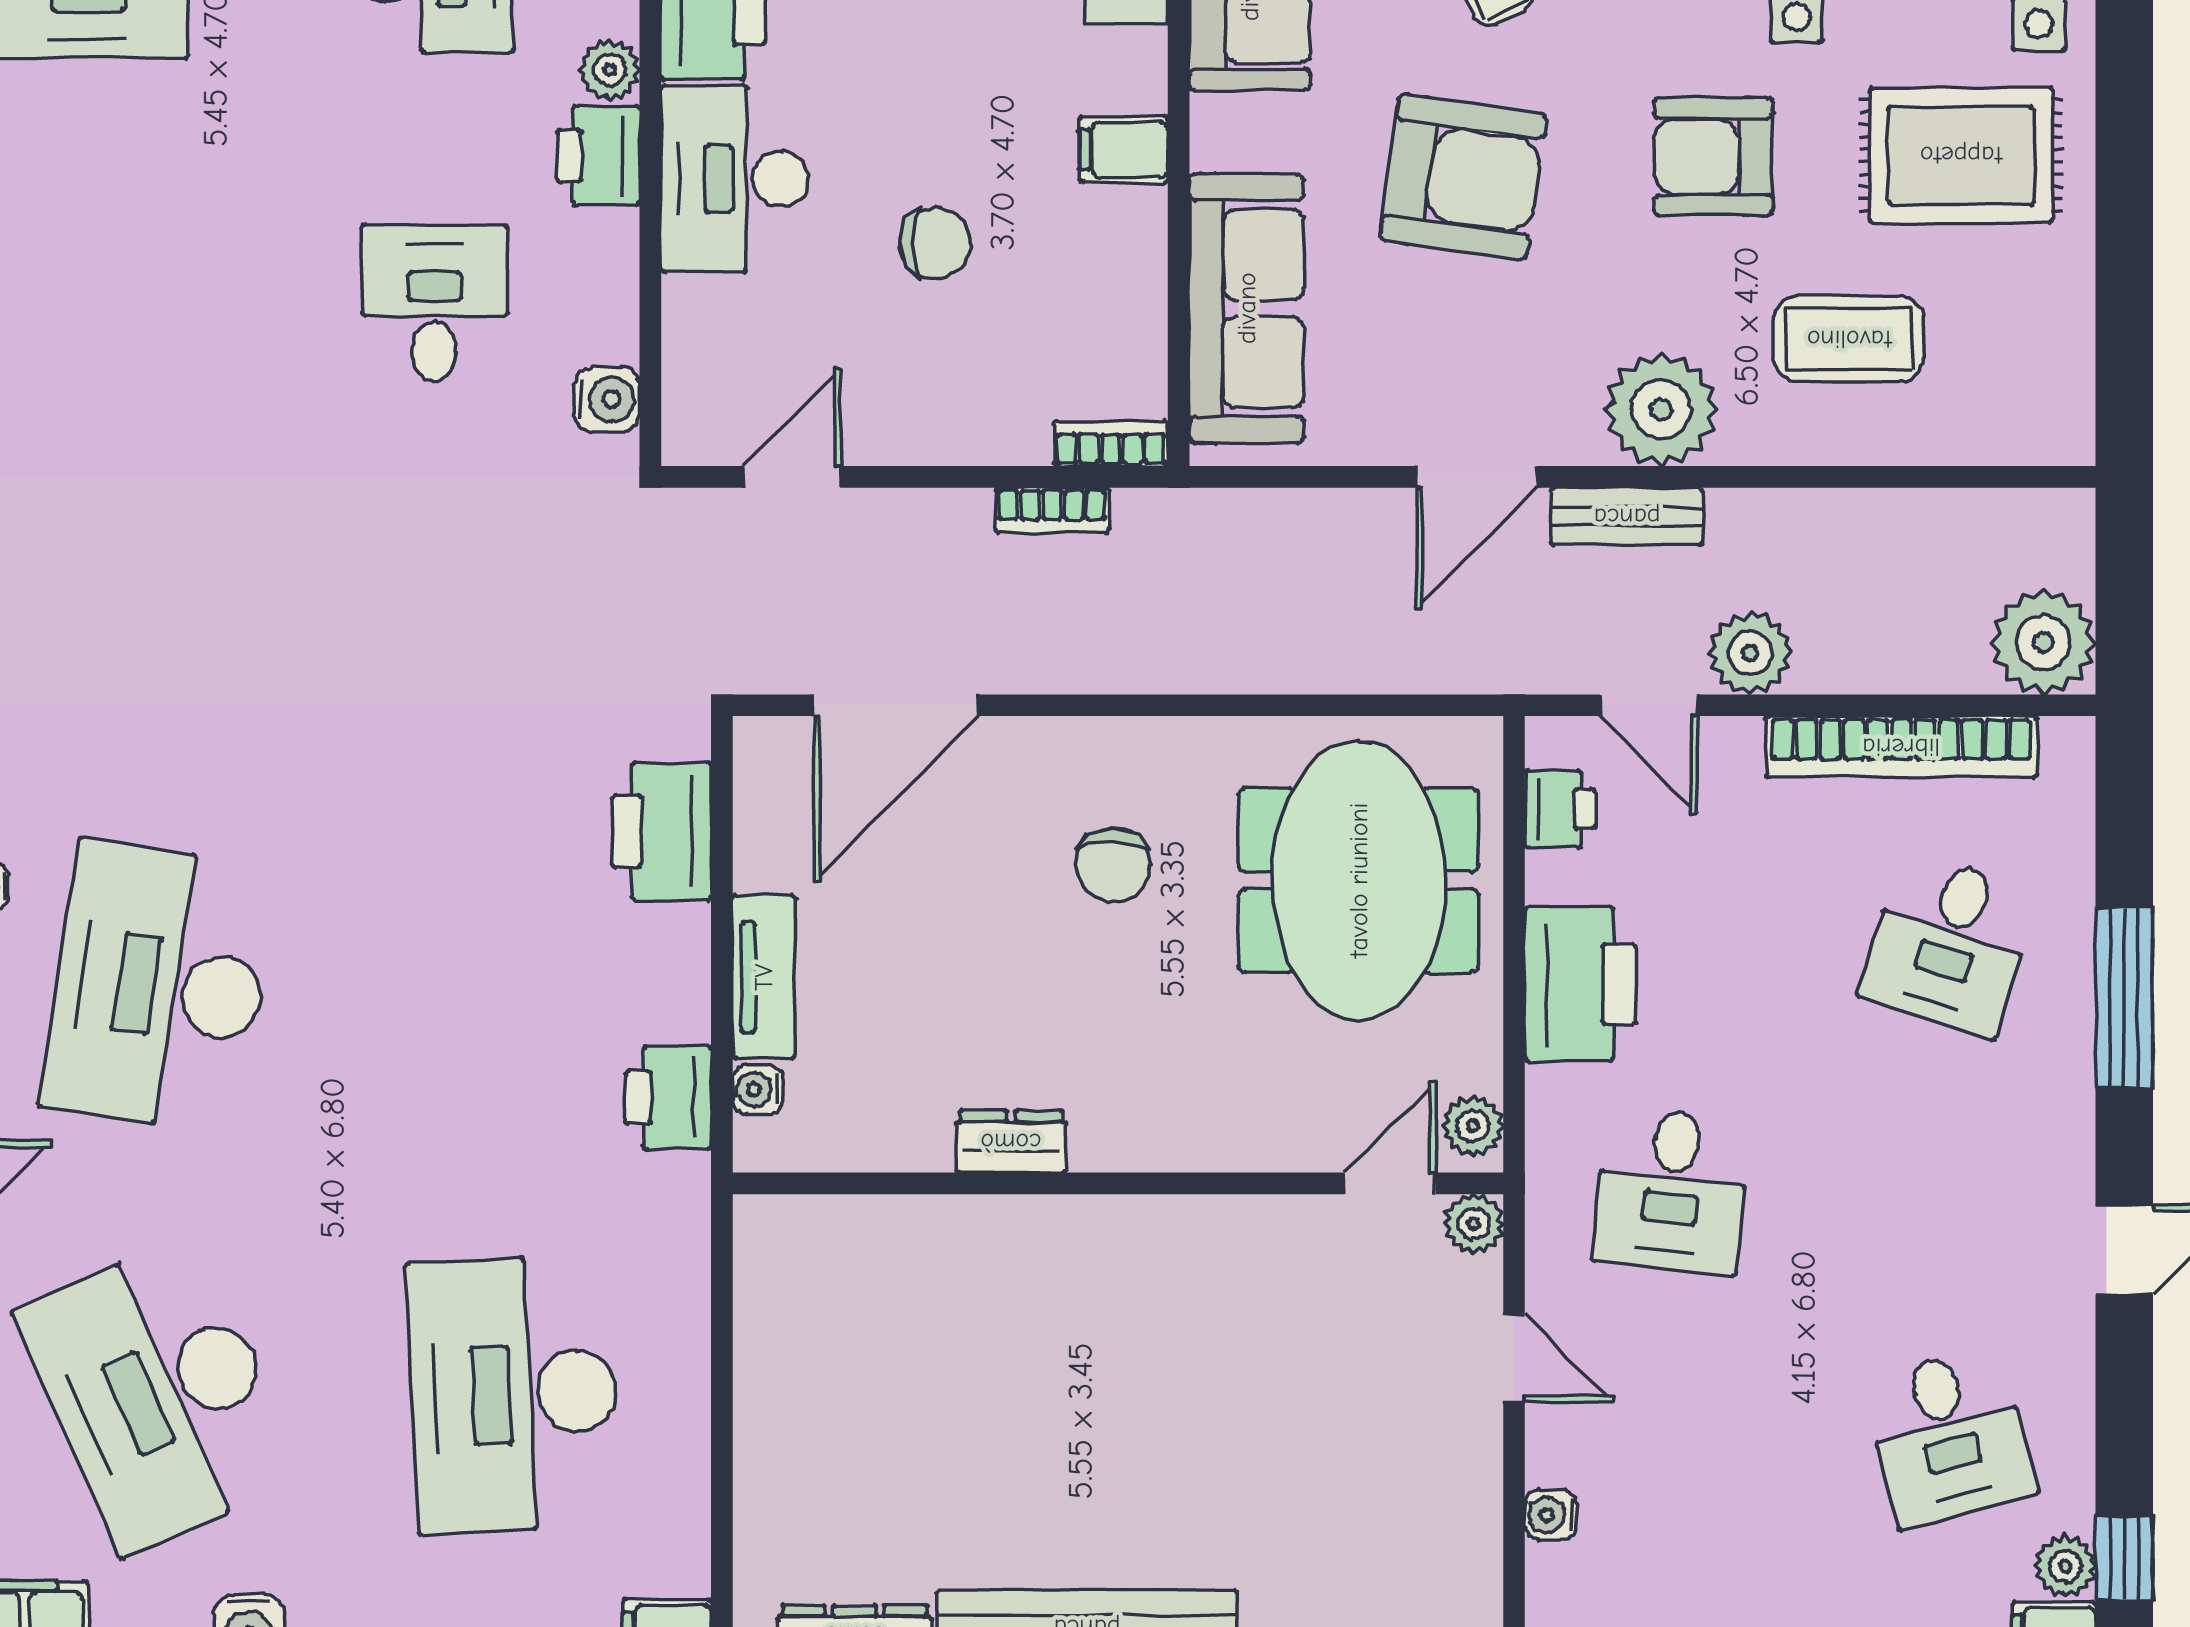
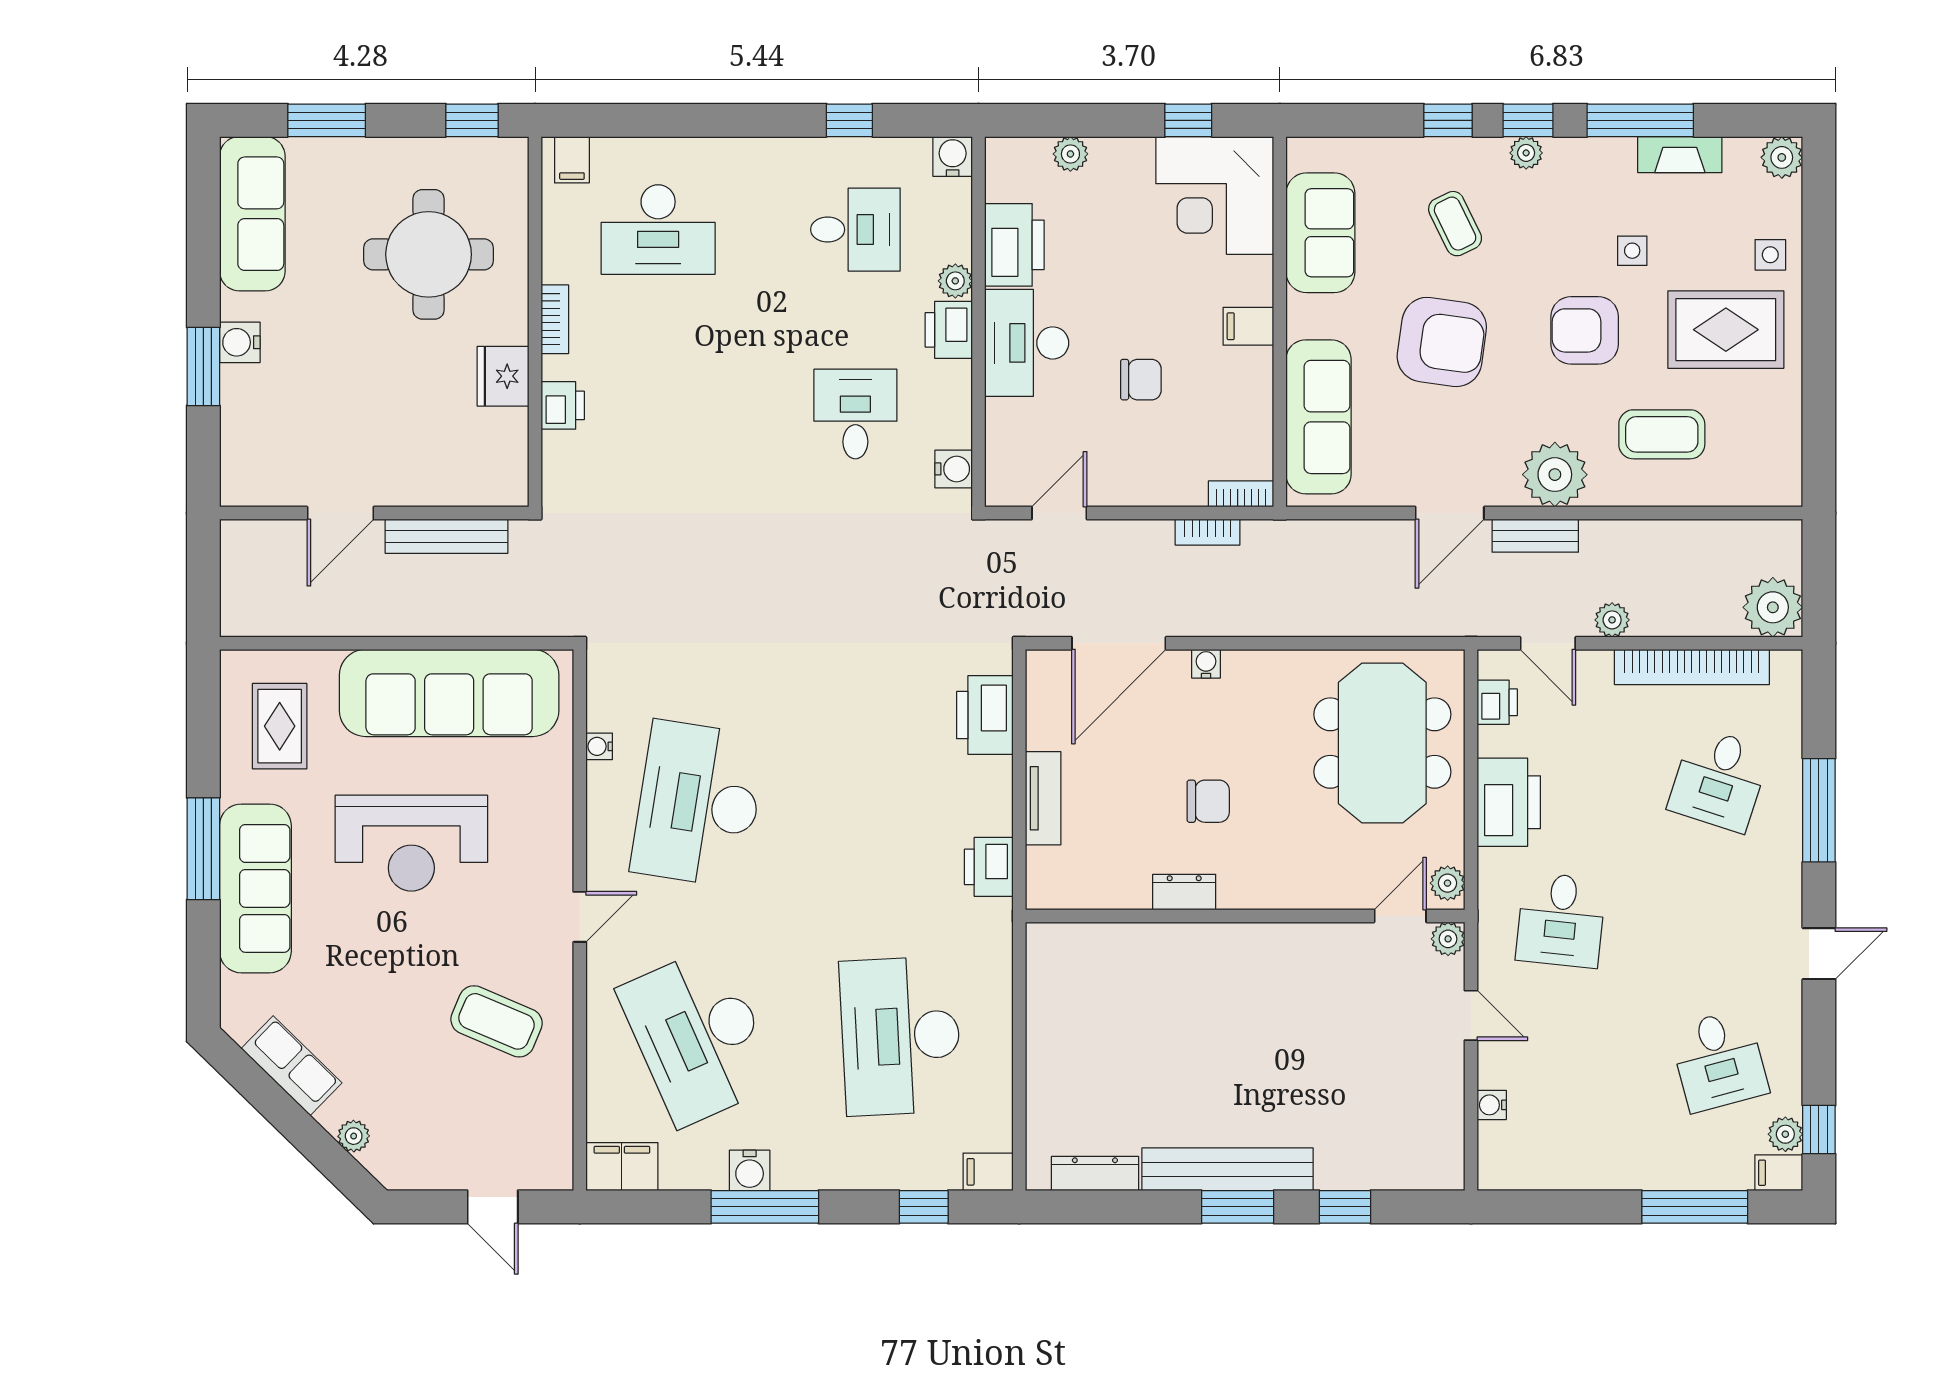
plant: (1750, 653) -> (1612, 620), width x0.73, depth x0.73
chair: (1113, 865) -> (1208, 801), moved, turned -90
water cooler: (758, 1090) -> (1206, 664), moved, turned 90

